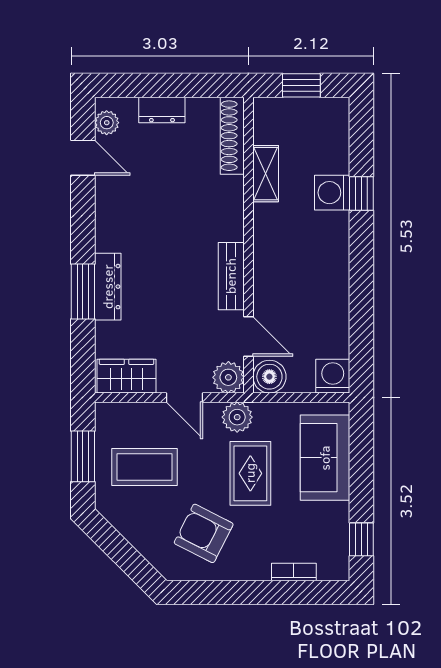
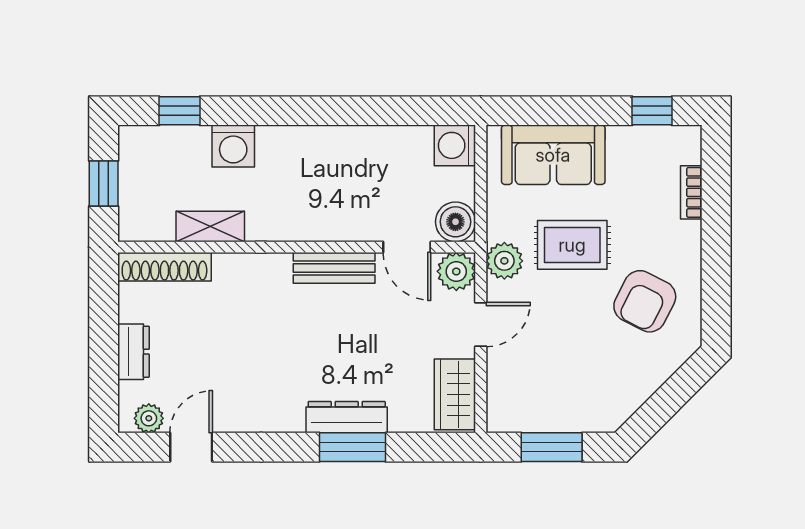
window: (361, 193) -> (180, 111), moved
door: (249, 336) -> (407, 247), swing flipped
coffee table: (144, 467) -> (565, 373), removed

